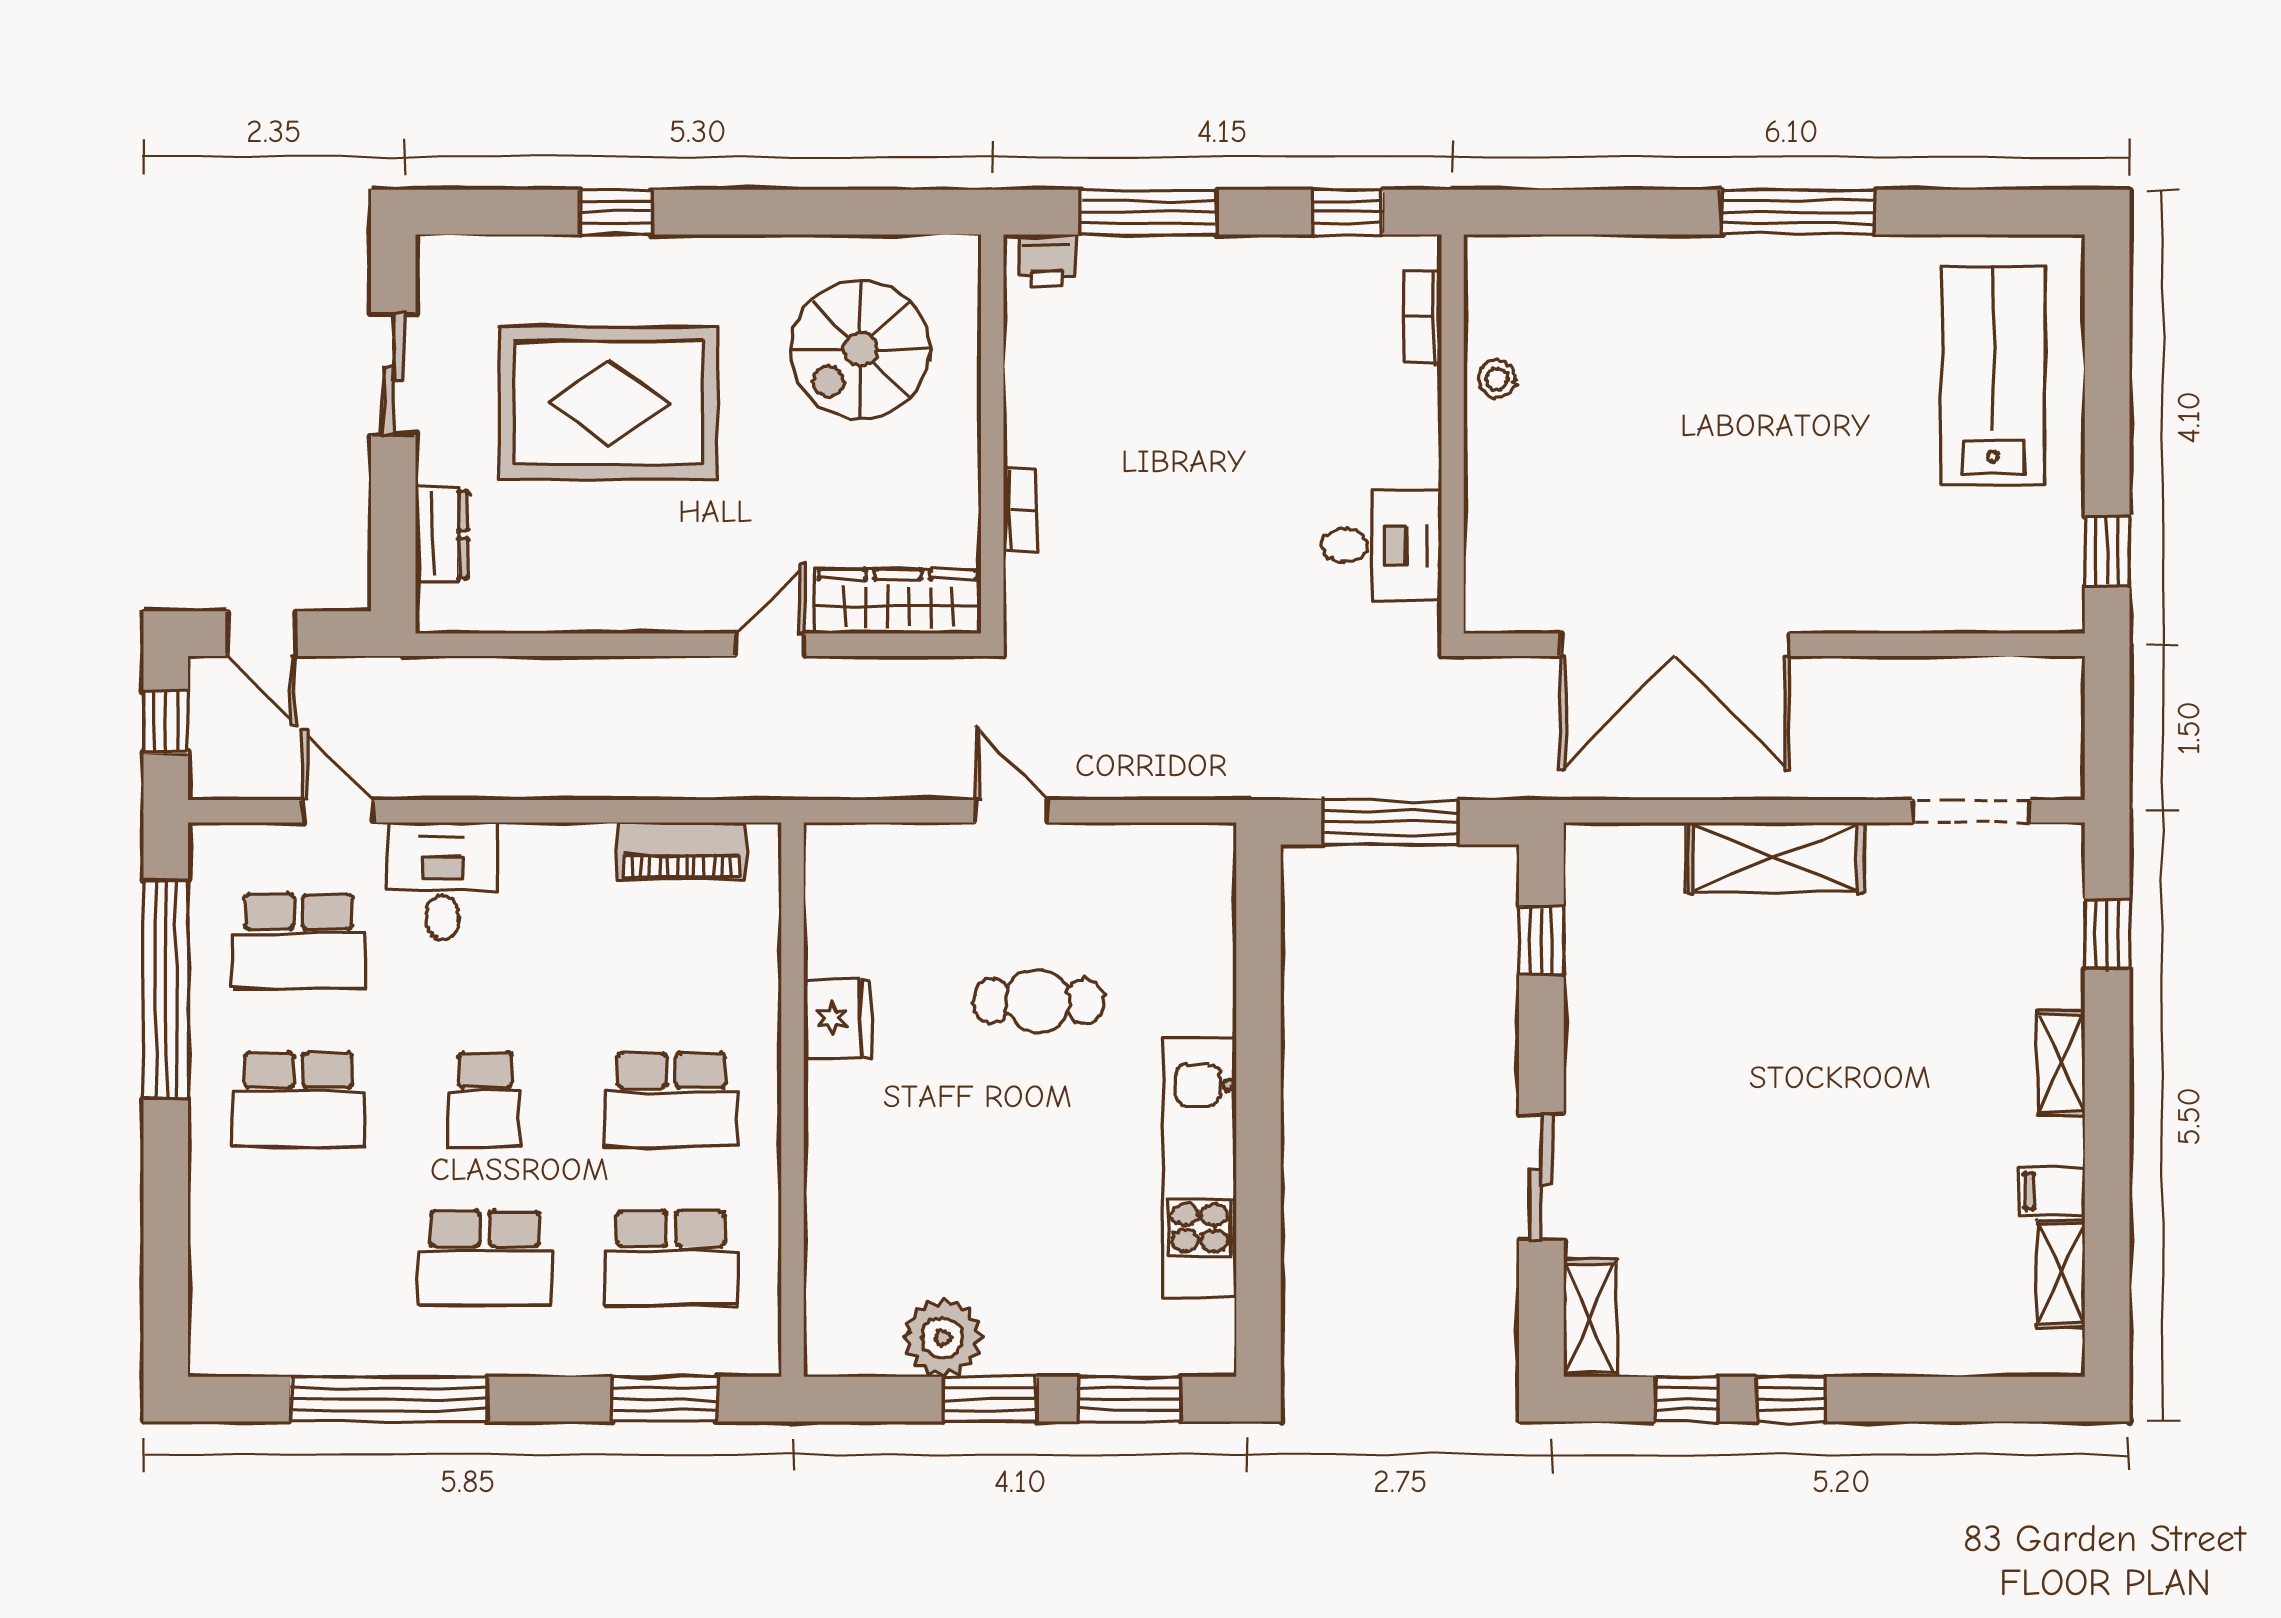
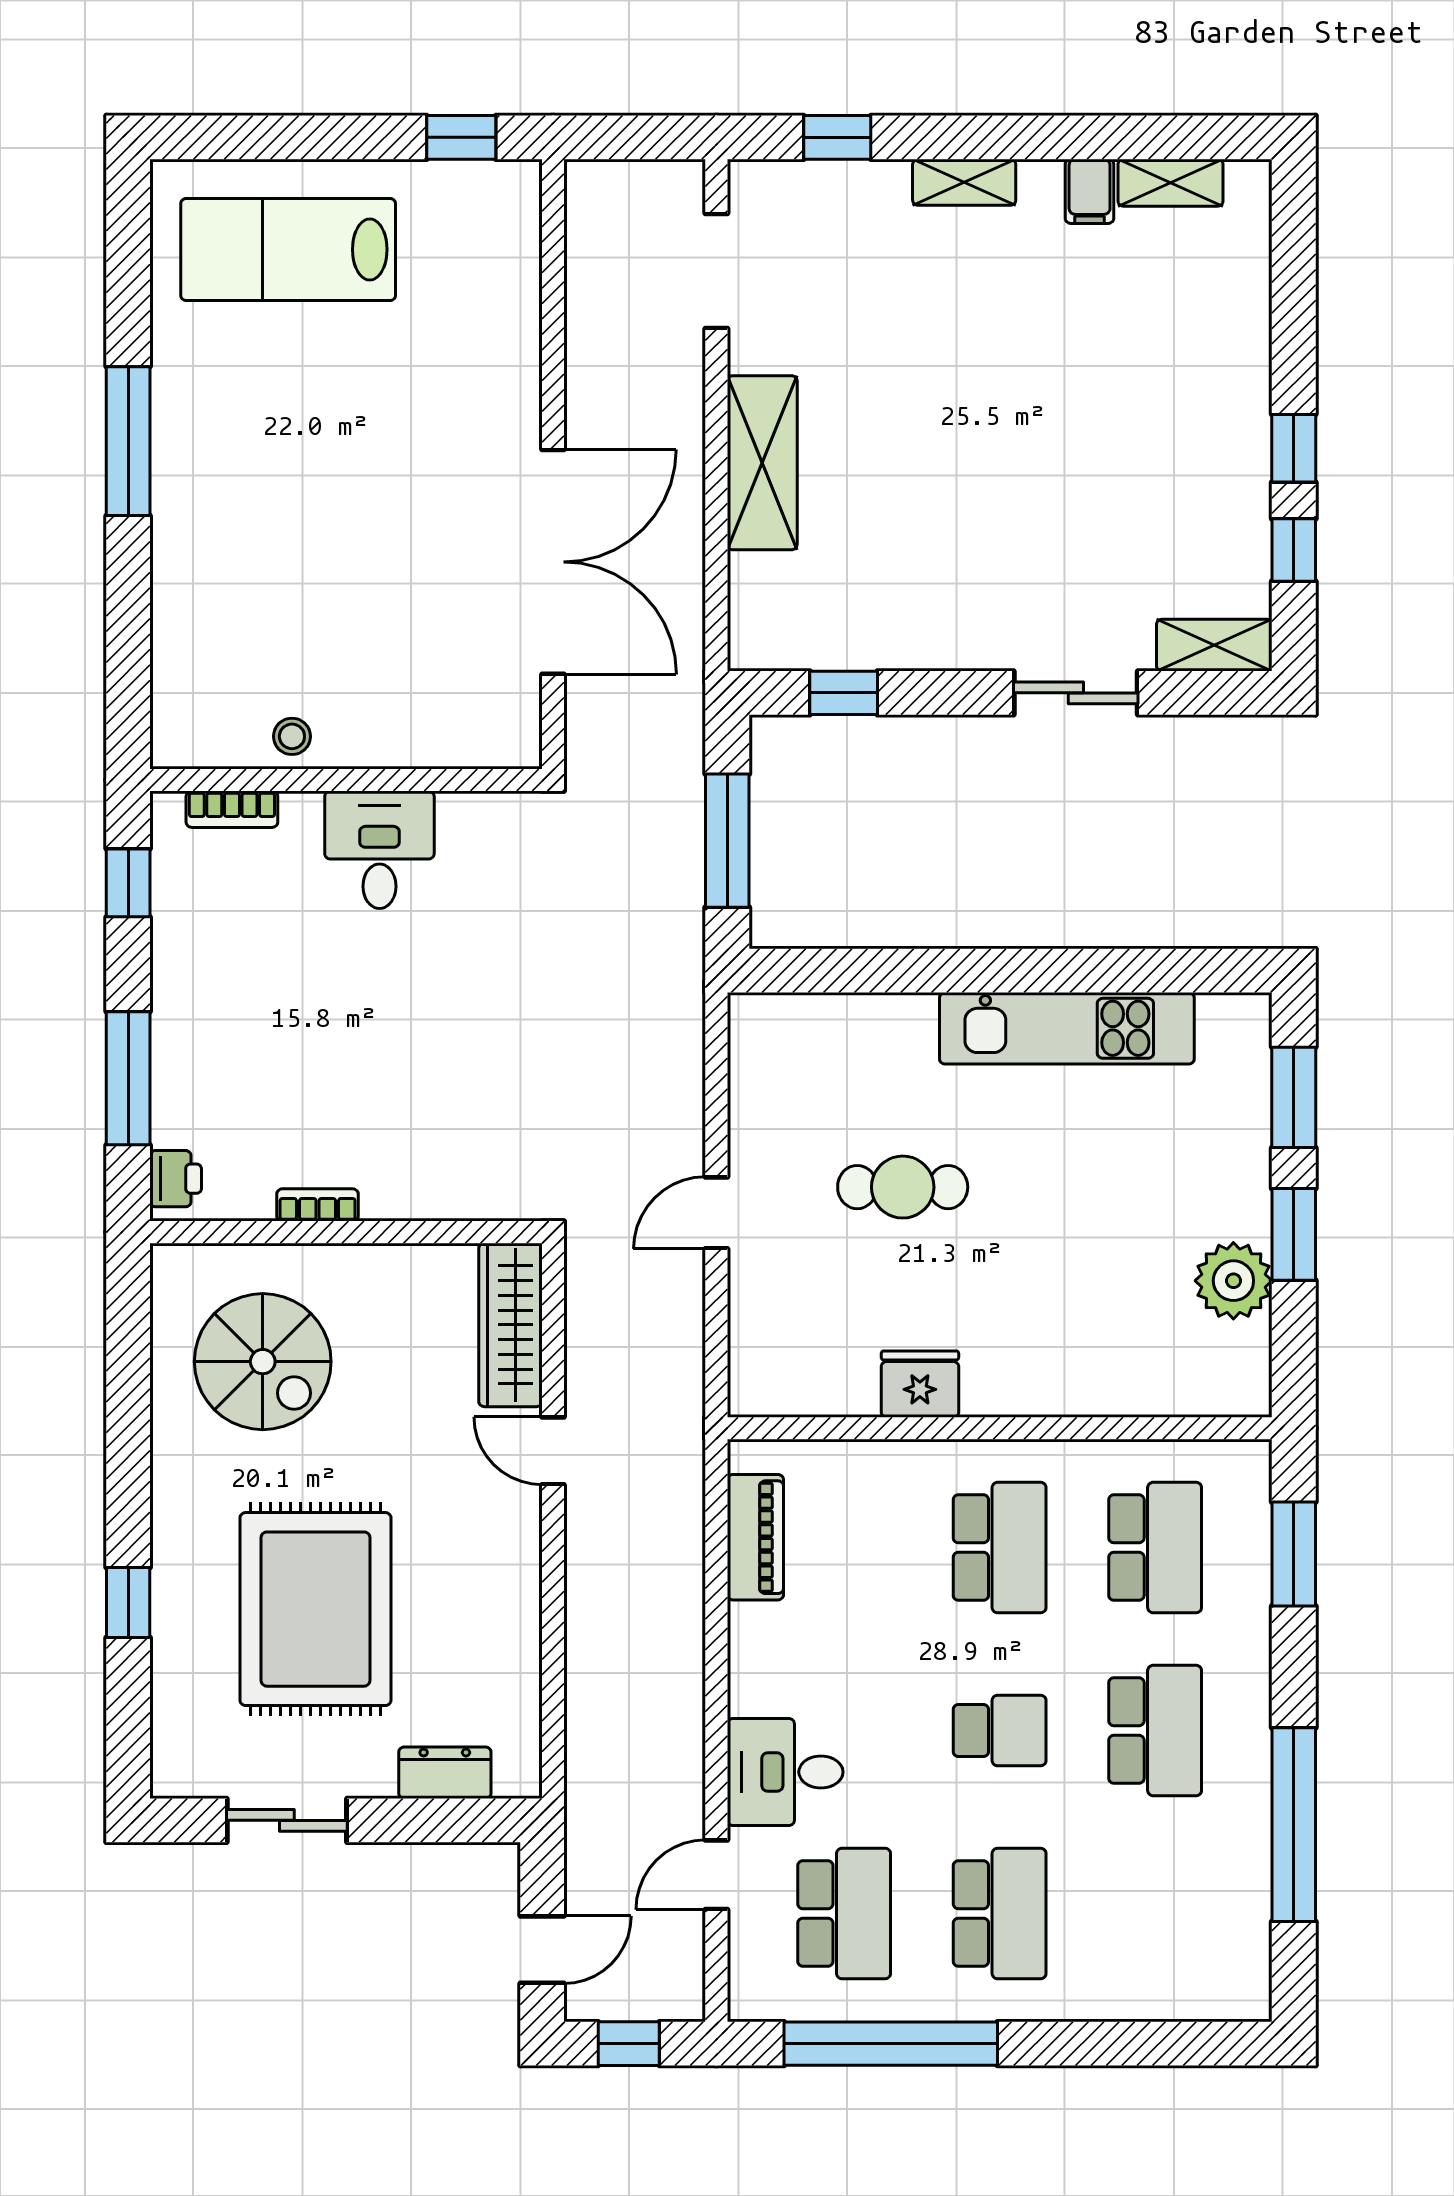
bookcase: (1020, 510) -> (318, 1205), moved
desk: (1382, 545) -> (379, 850), moved
cafe table: (1038, 1001) -> (903, 1187), turned 90

